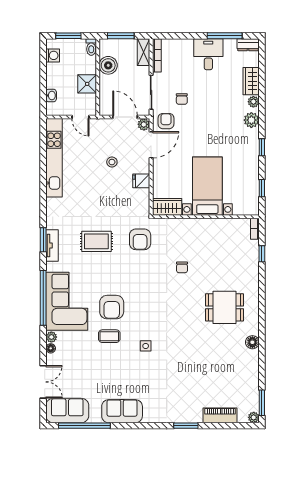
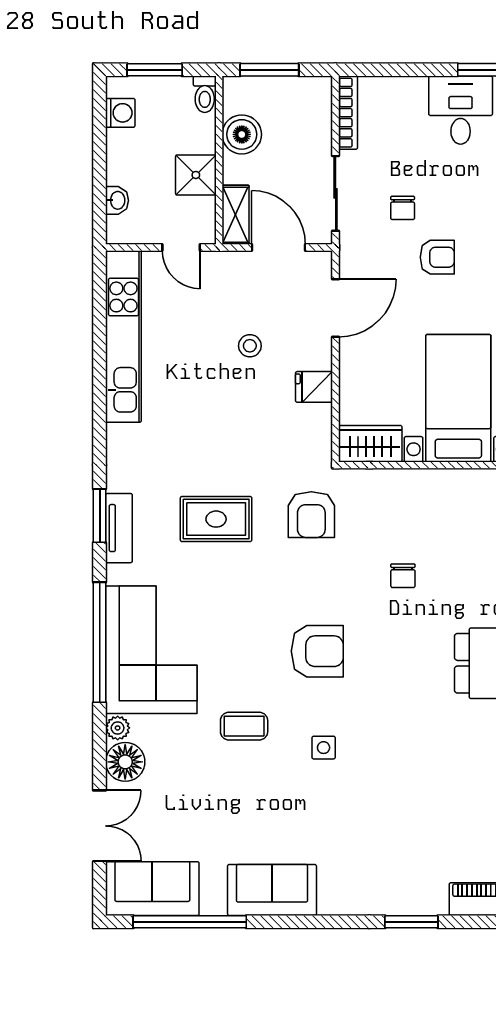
shelving: (144, 52) -> (235, 215), moved
armchair: (166, 121) -> (437, 257), moved, turned 90
plant: (144, 124) -> (319, 264), removed
armchair: (112, 307) -> (317, 651), moved, turned -90
floor lamp: (51, 348) -> (125, 762), width x1.89, depth x1.89

